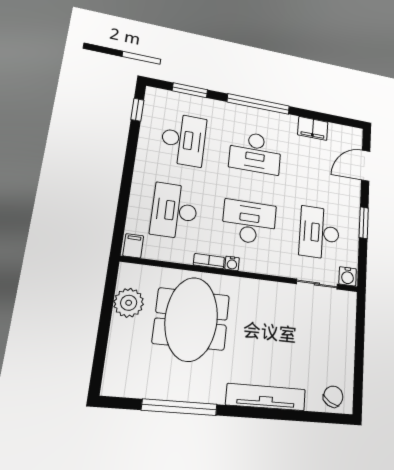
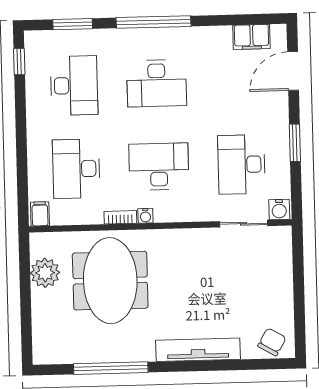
filing cabinet: (313, 128) -> (251, 37), moved

